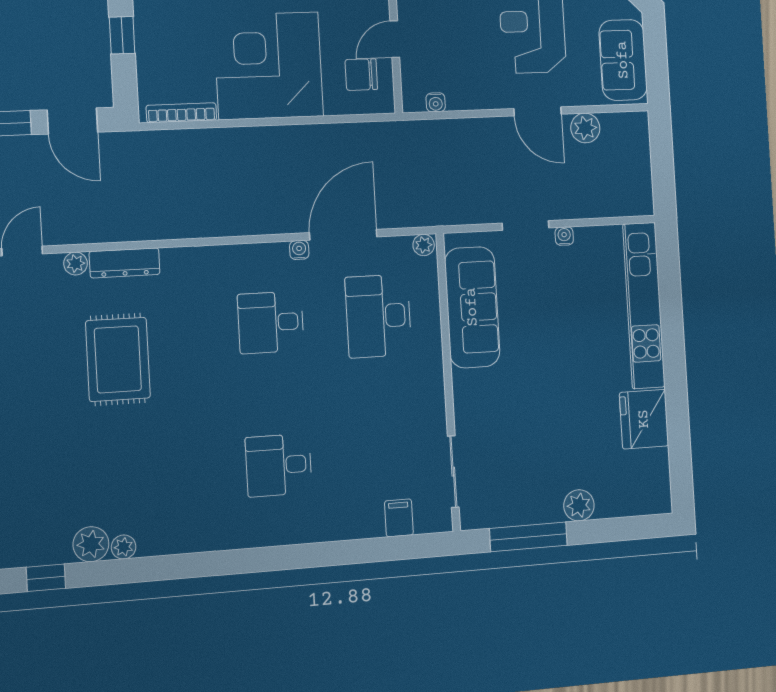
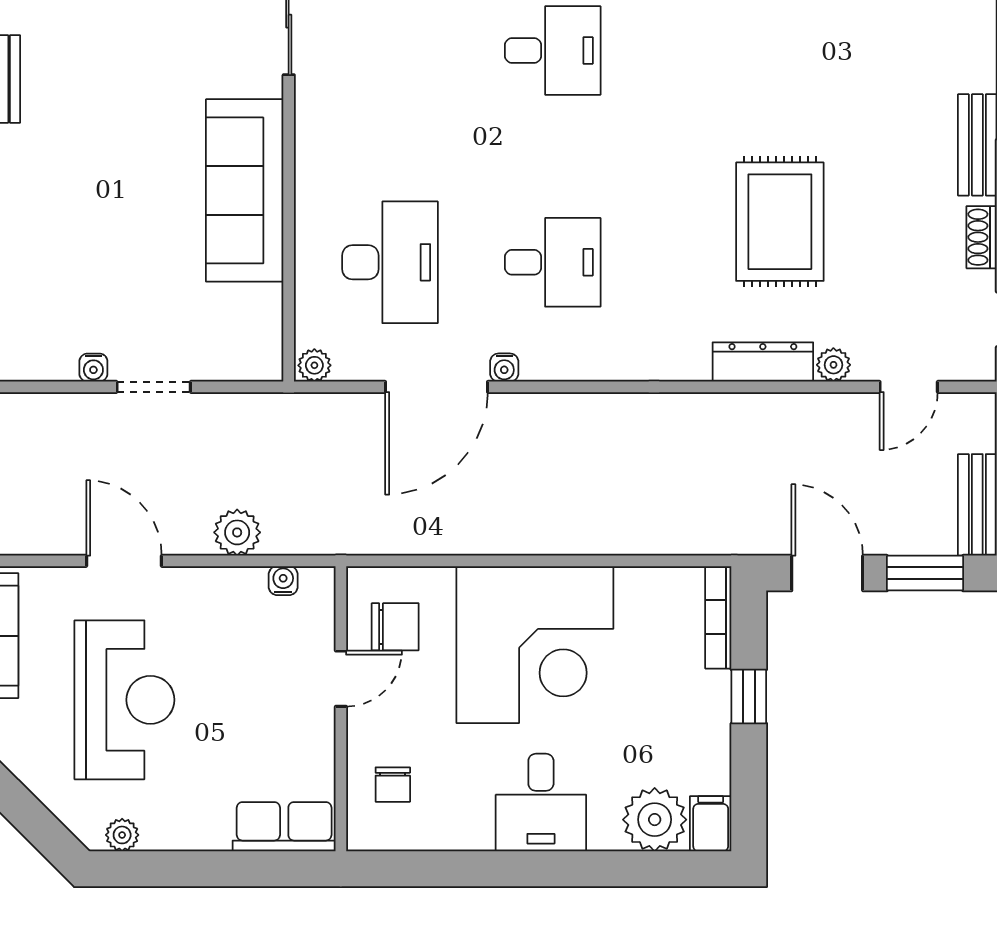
bookcase: (181, 113) -> (718, 617), moved, turned 90
plant: (585, 128) -> (237, 532), moved
sofa: (472, 307) -> (245, 190), moved

